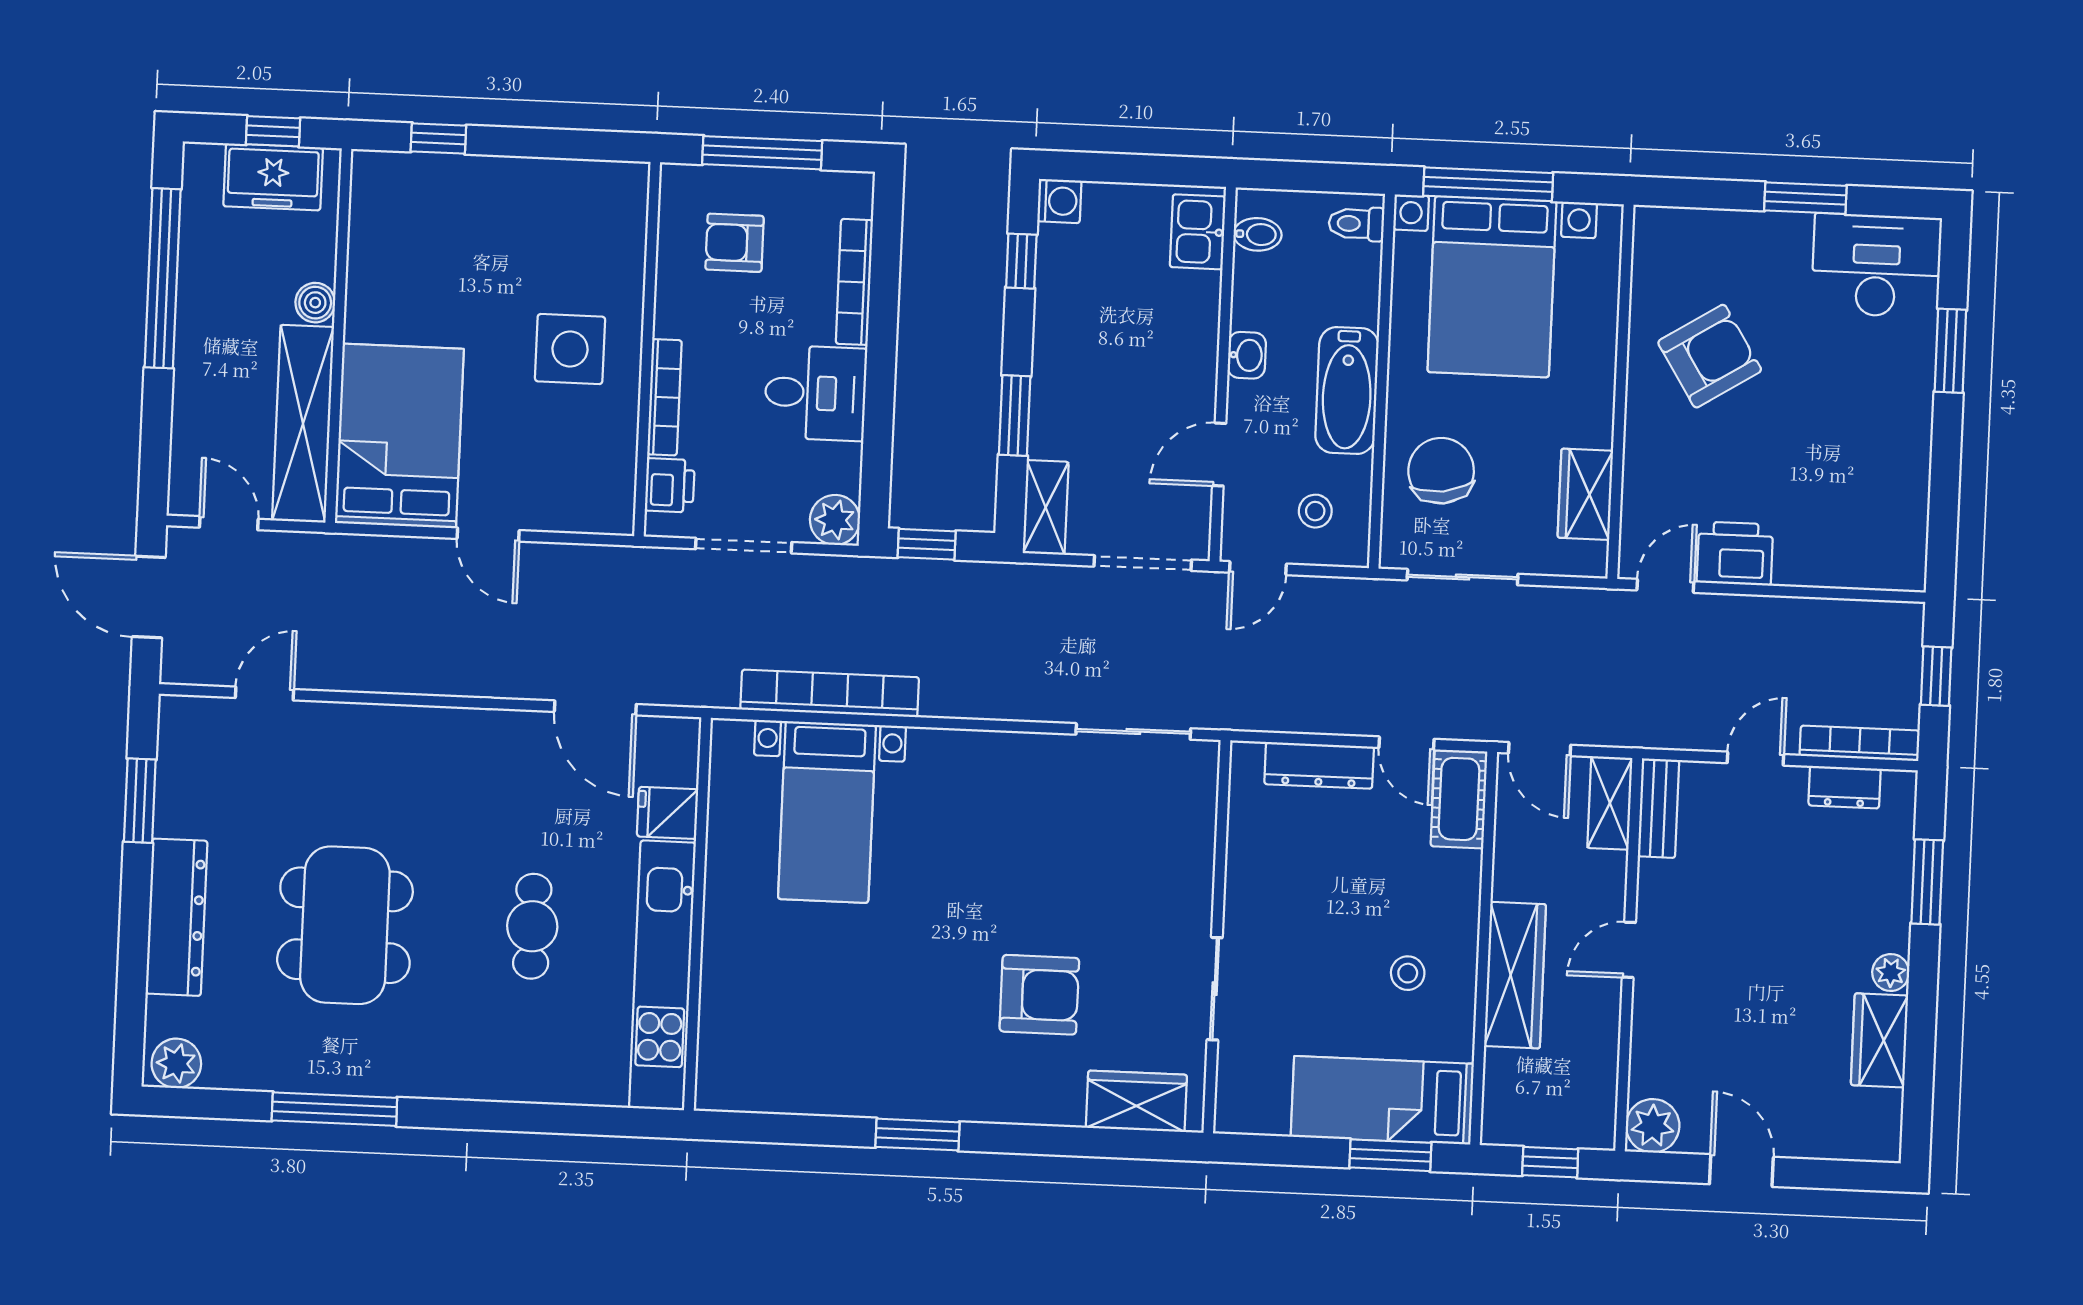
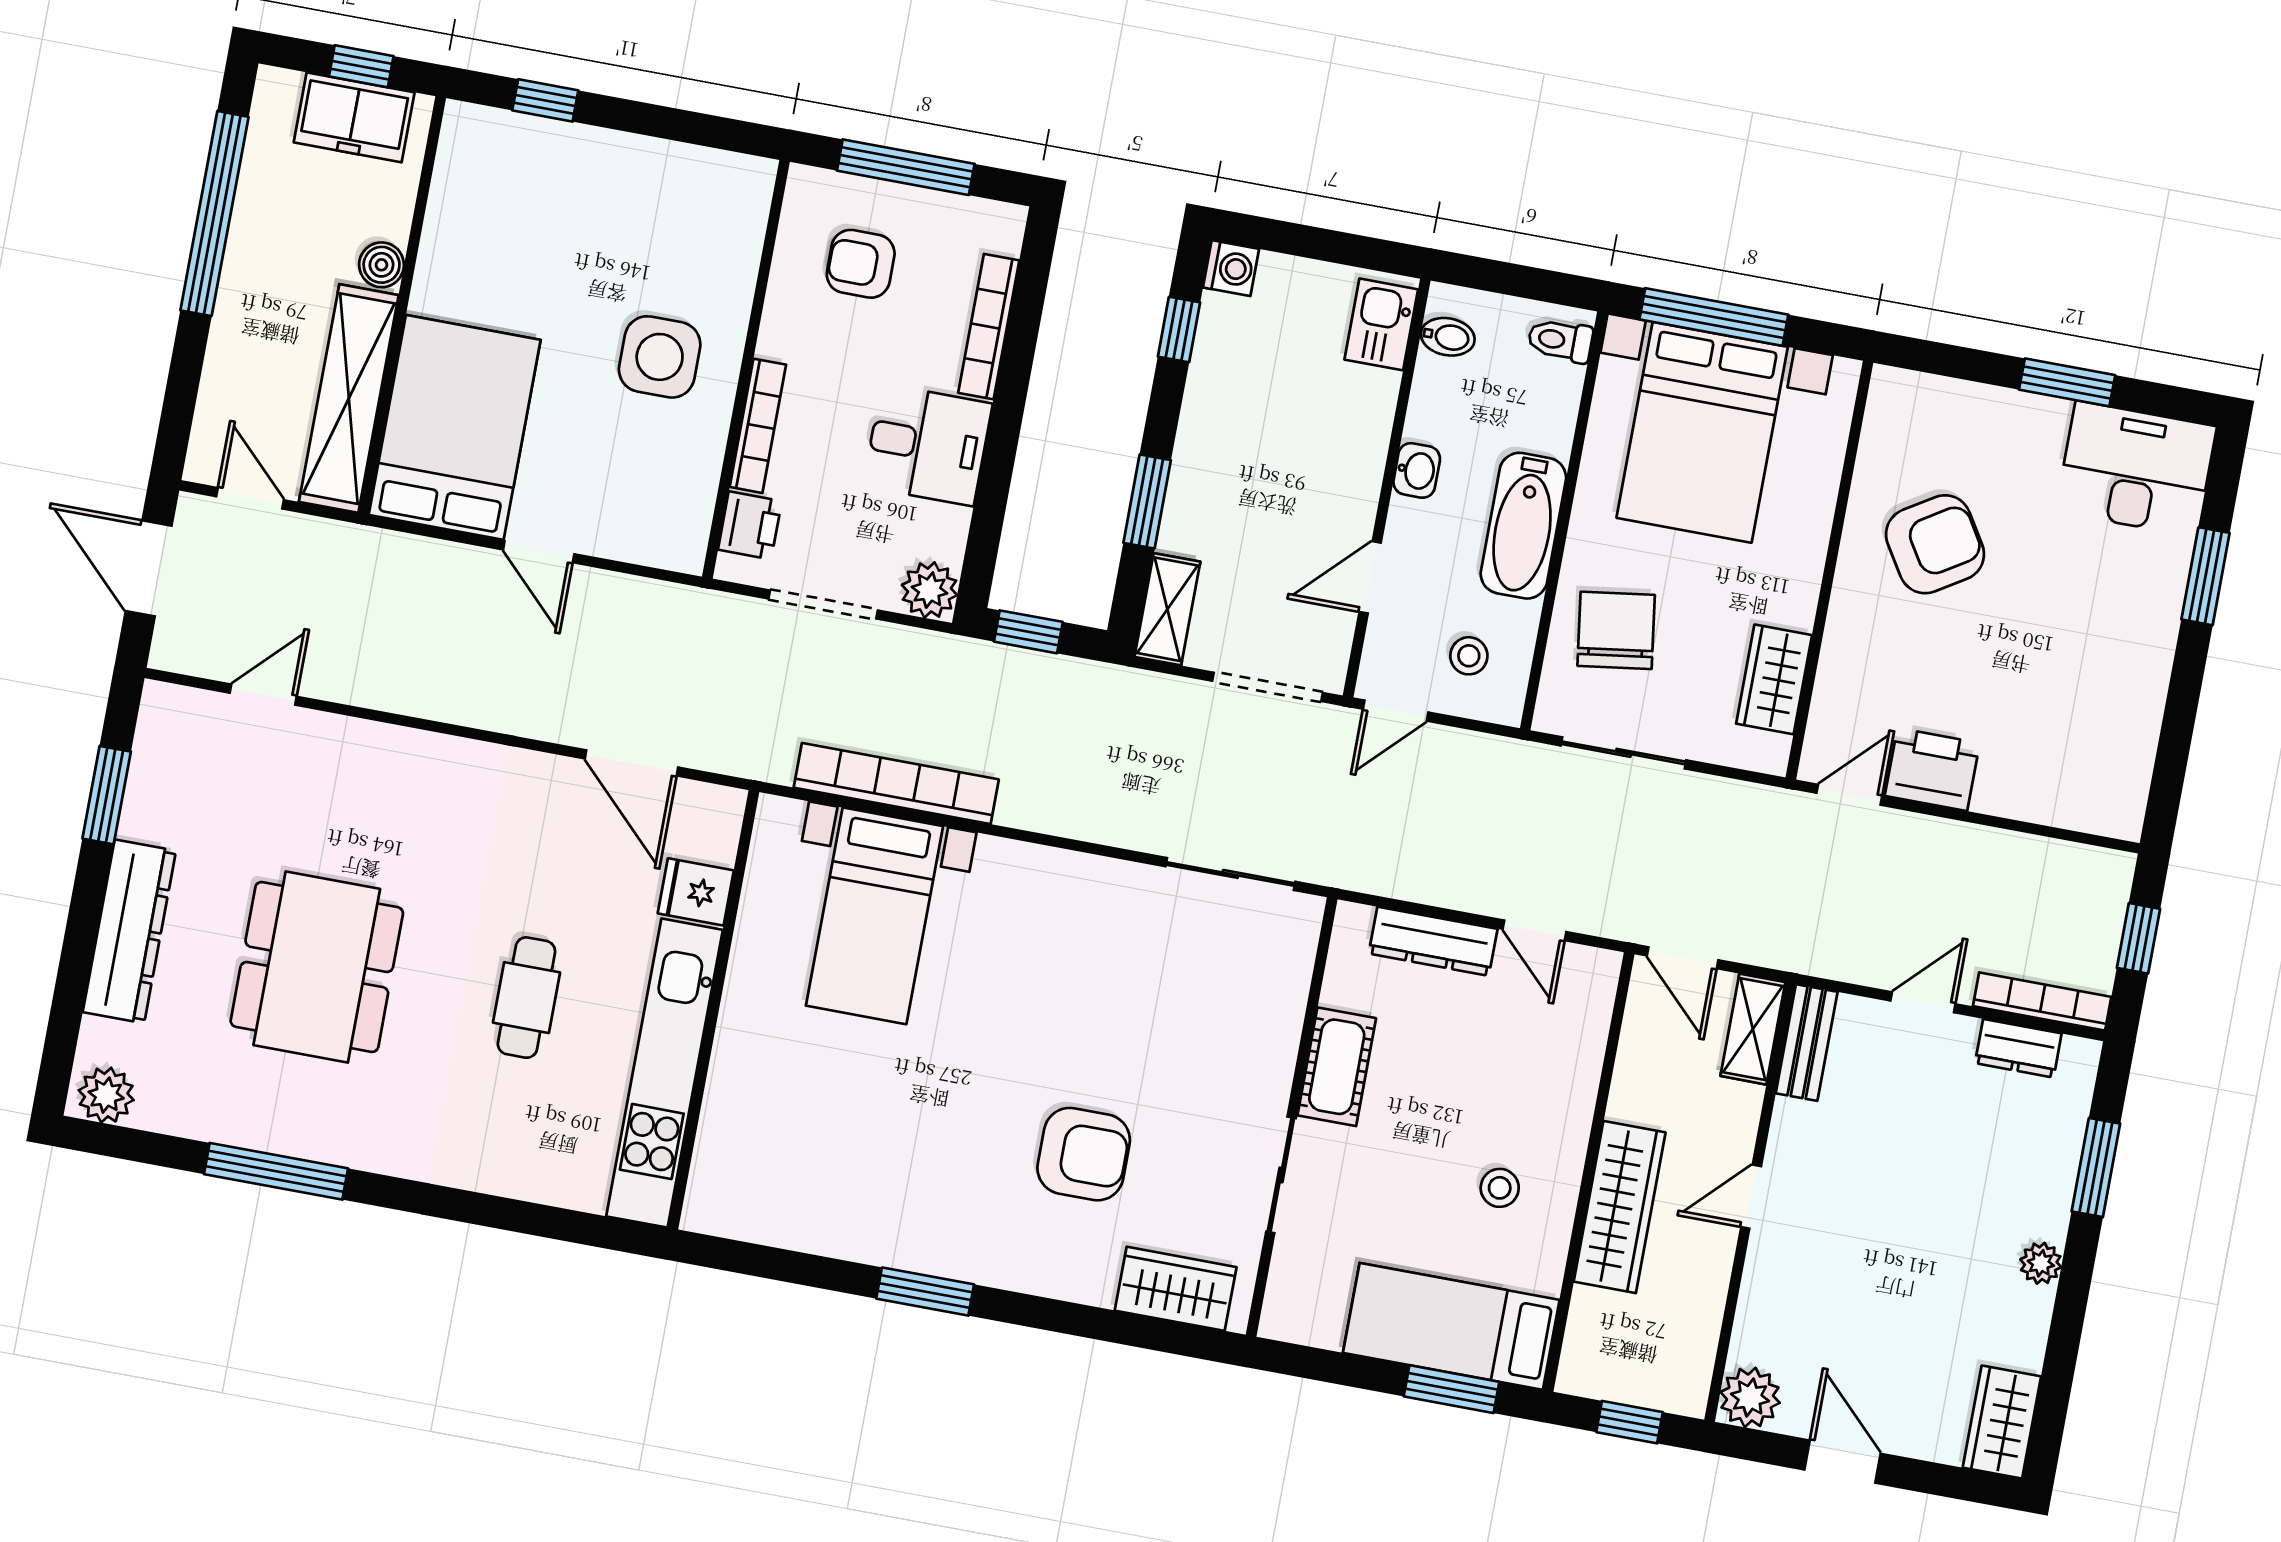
cot: (1459, 799) -> (1337, 1067), moved
wardrobe: (1879, 1040) -> (2002, 1422), moved

